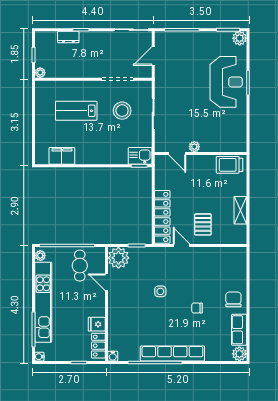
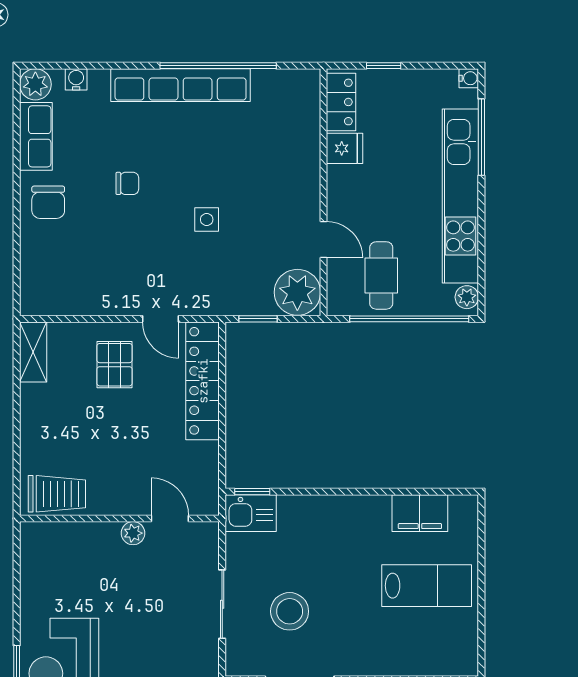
lab bench: (76, 111) -> (427, 586), moved
shelving: (240, 210) -> (33, 352), moved
water cooler: (113, 356) -> (76, 79), moved

